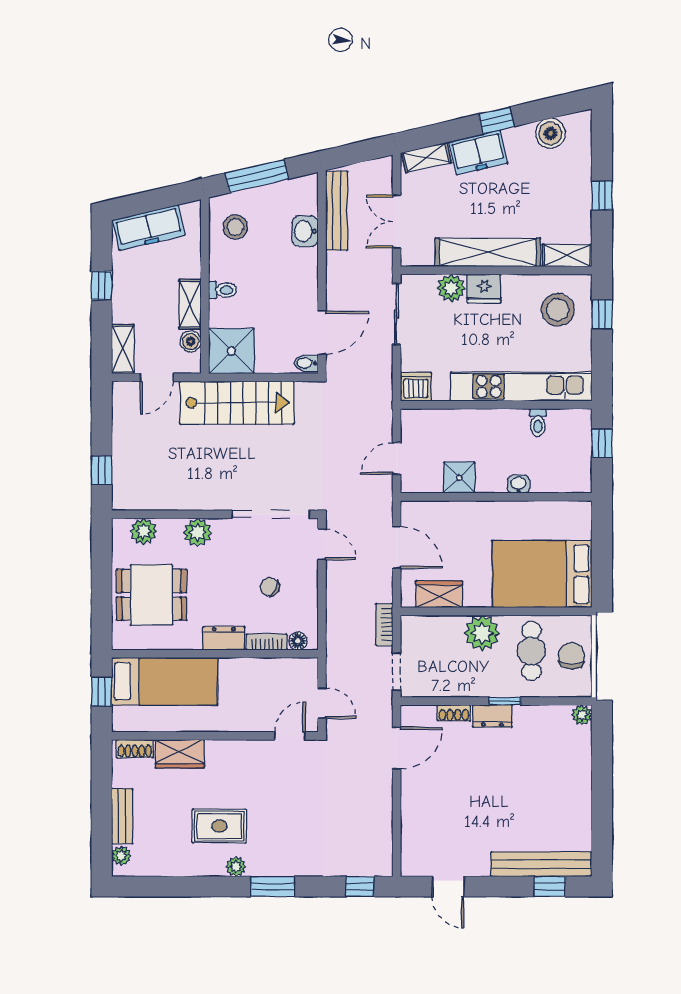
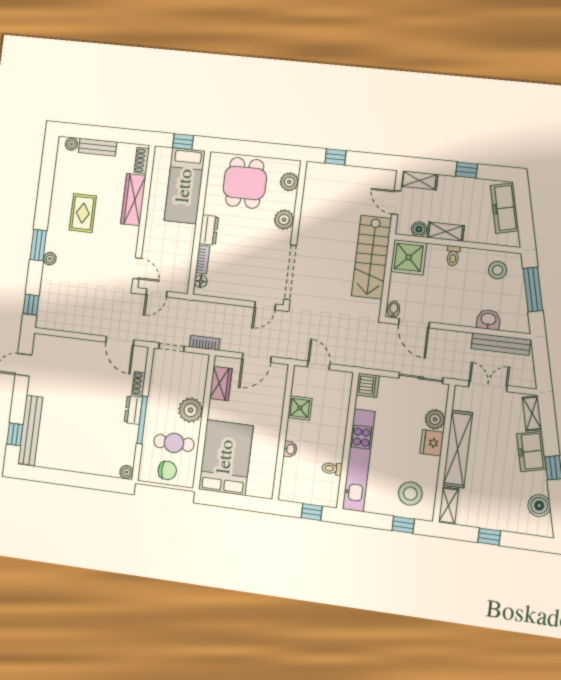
chair: (270, 587) -> (240, 266), removed
window: (505, 701) -> (142, 420), width x2.17
wardrobe: (180, 754) -> (133, 200), width x1.50
plant: (236, 867) -> (50, 259), moved

